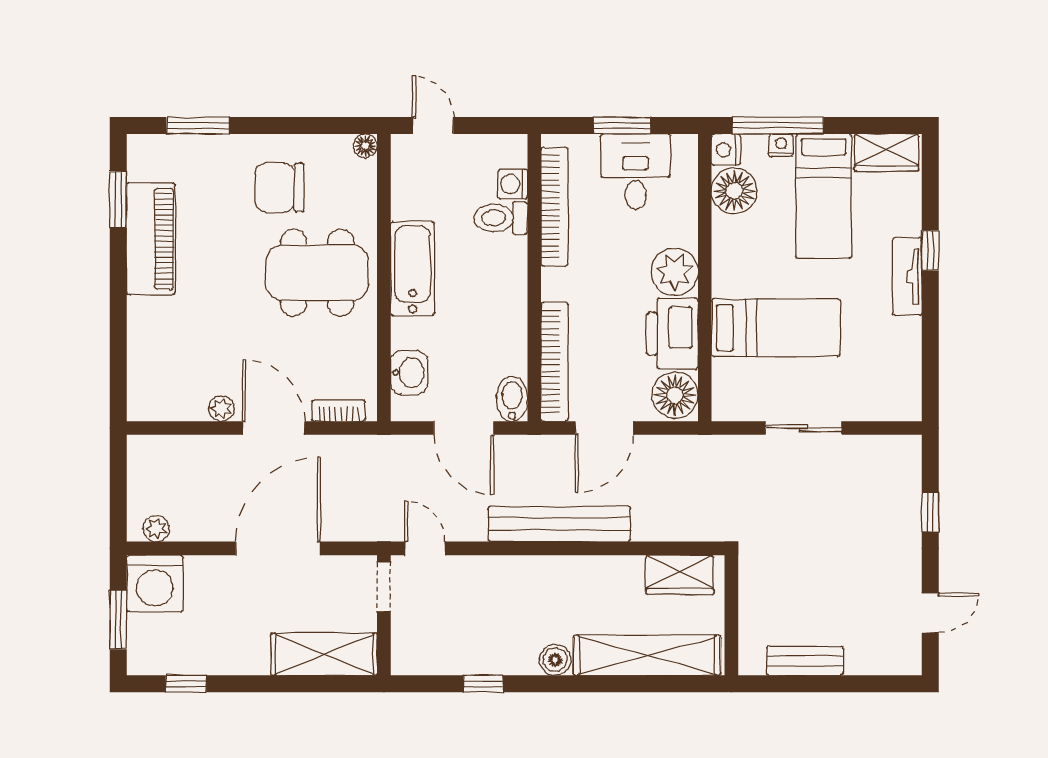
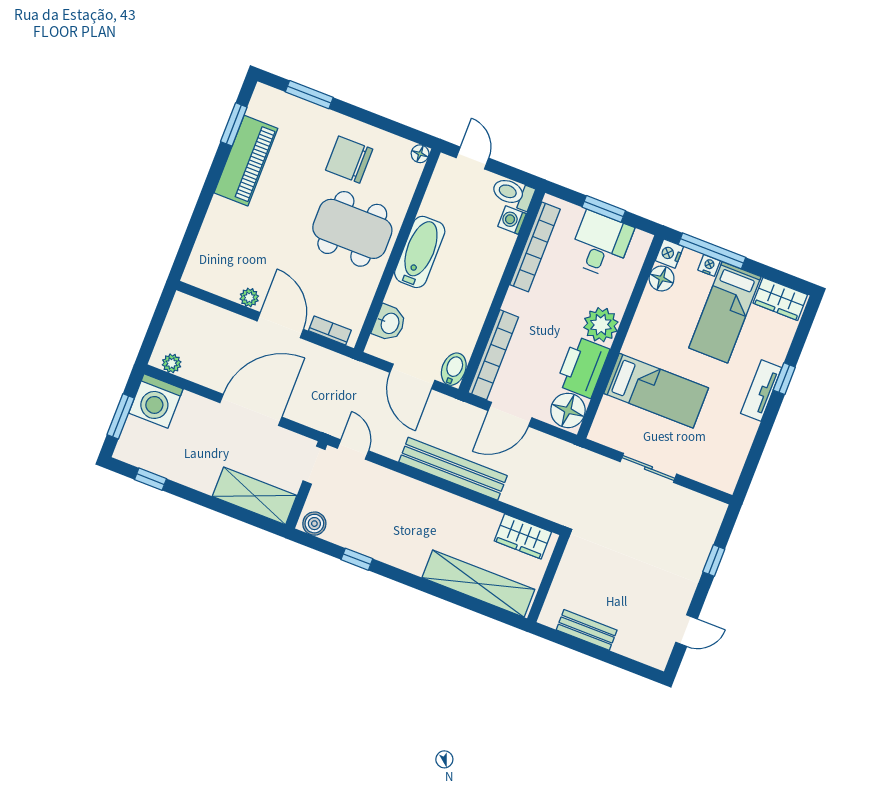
floor lamp: (734, 191) -> (662, 278), width x0.73, depth x0.73
toilet: (501, 218) -> (513, 193), moved
boiler: (555, 660) -> (314, 524), moved

